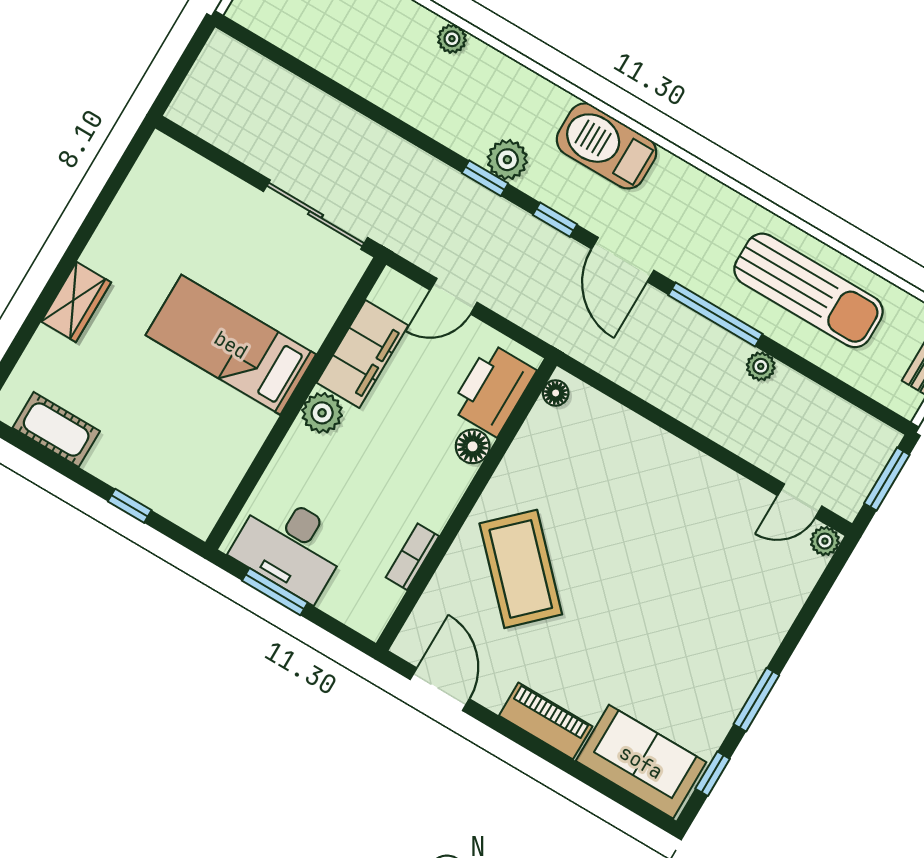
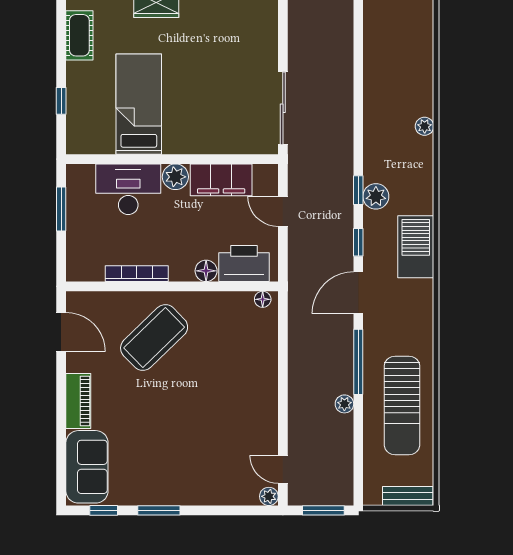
bed: (231, 345) -> (139, 104), moved
desk: (290, 546) -> (128, 189), moved, turned 90
bookcase: (412, 557) -> (137, 274), width x1.56
door: (440, 689) -> (61, 332), hinge flipped

